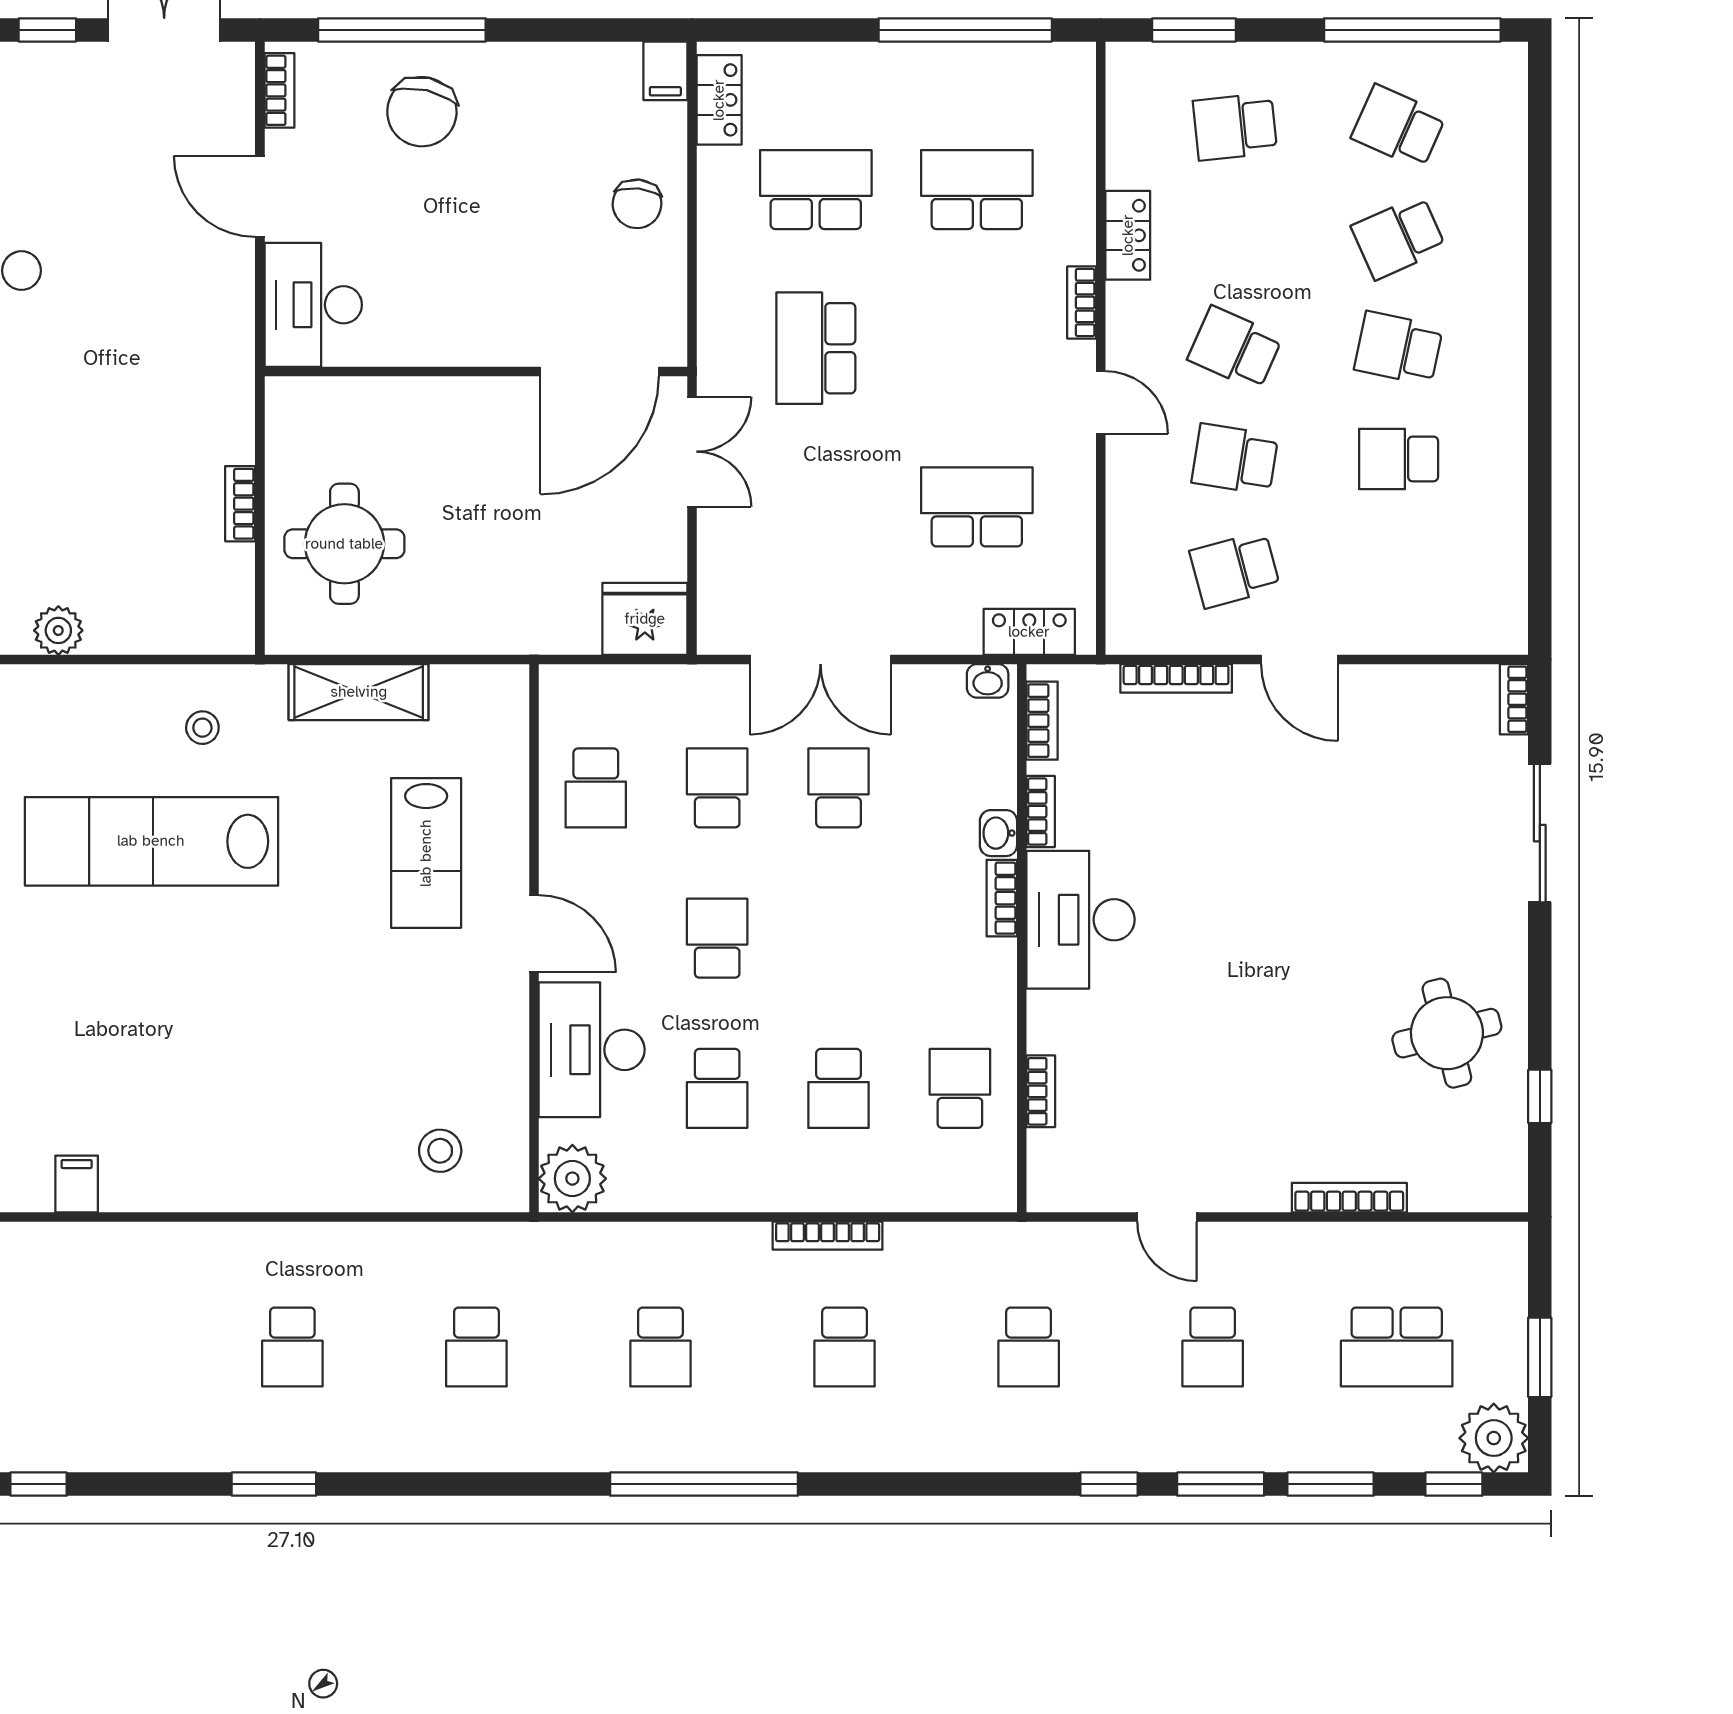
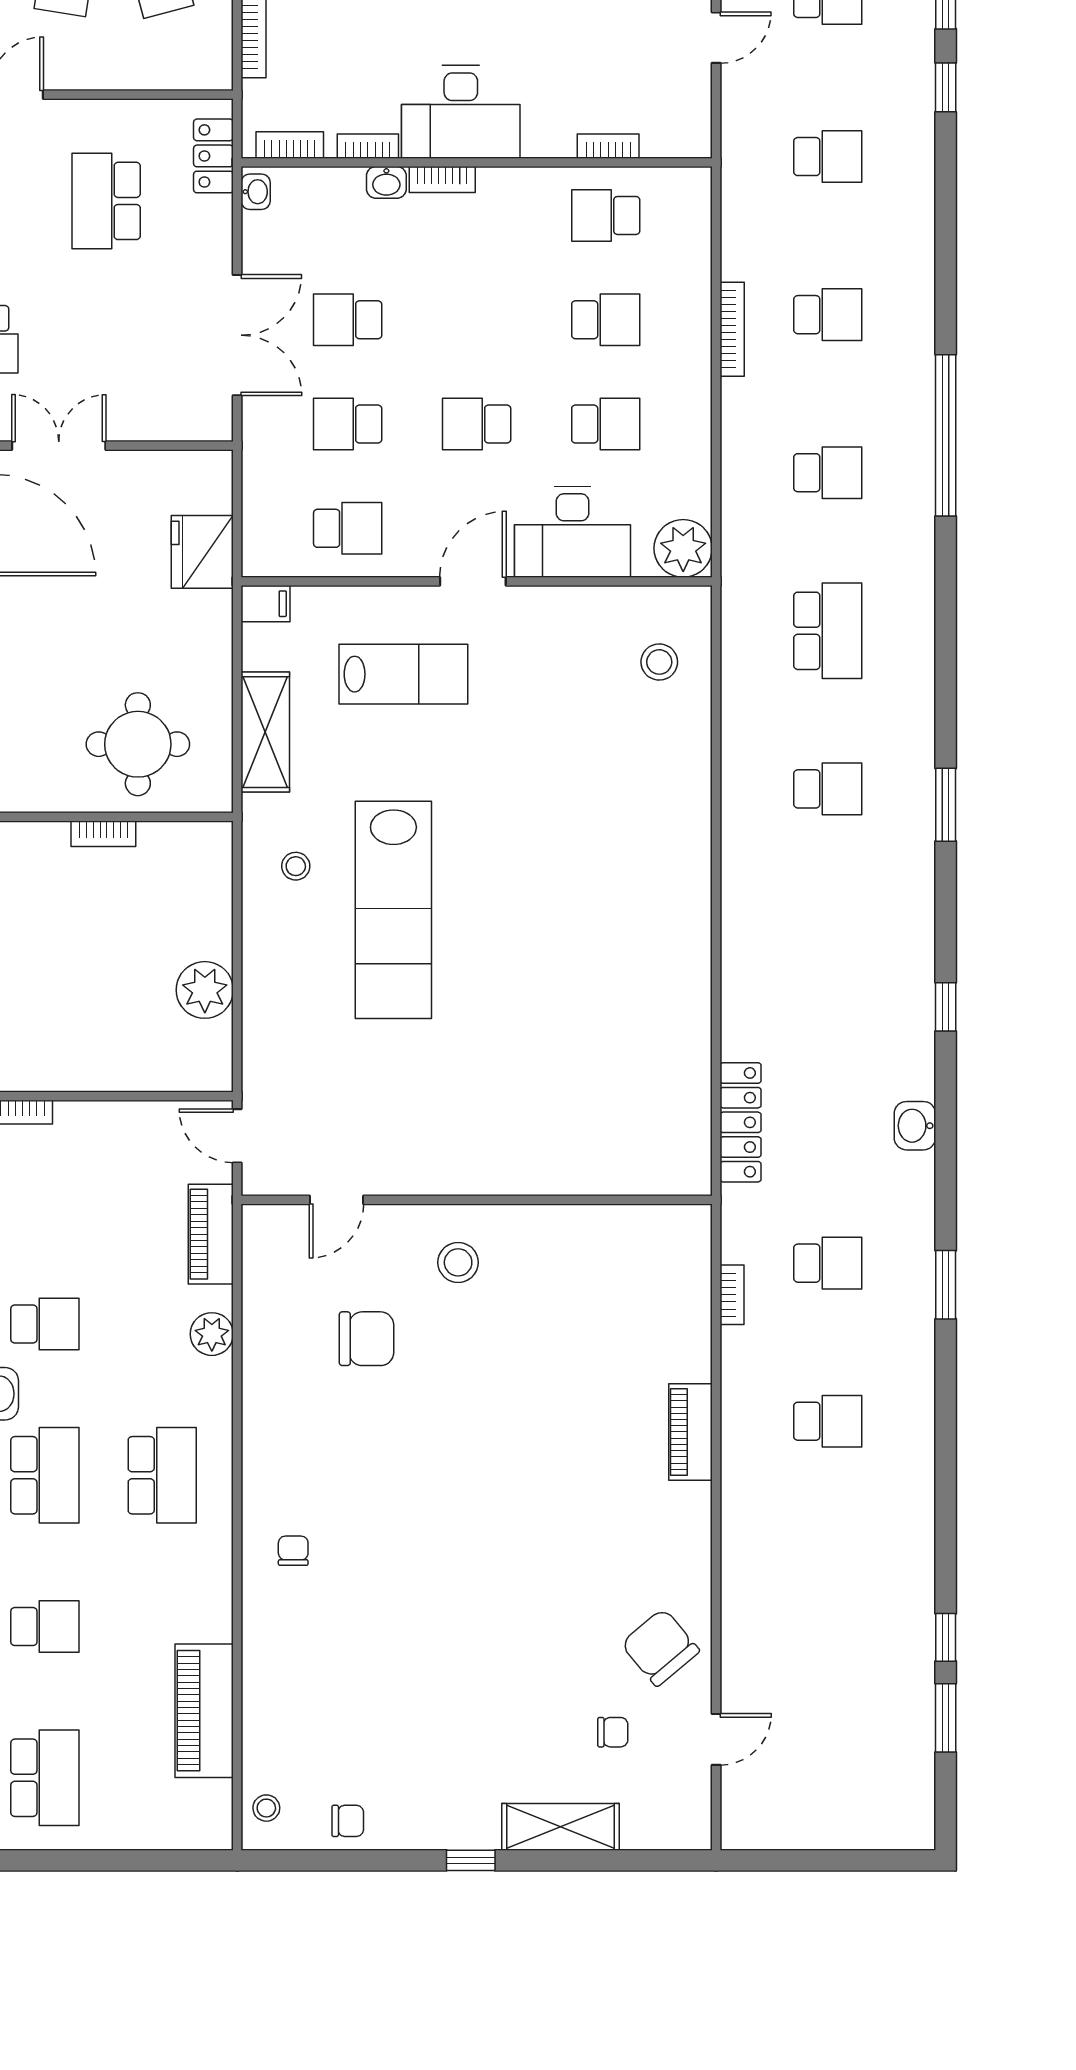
fridge: (645, 619) -> (202, 552), moved
plant: (58, 630) -> (205, 990), width x1.36, depth x1.36
filing cabinet: (77, 1184) -> (266, 604), moved, turned 180
school desk: (476, 1347) -> (828, 631), width x1.85

